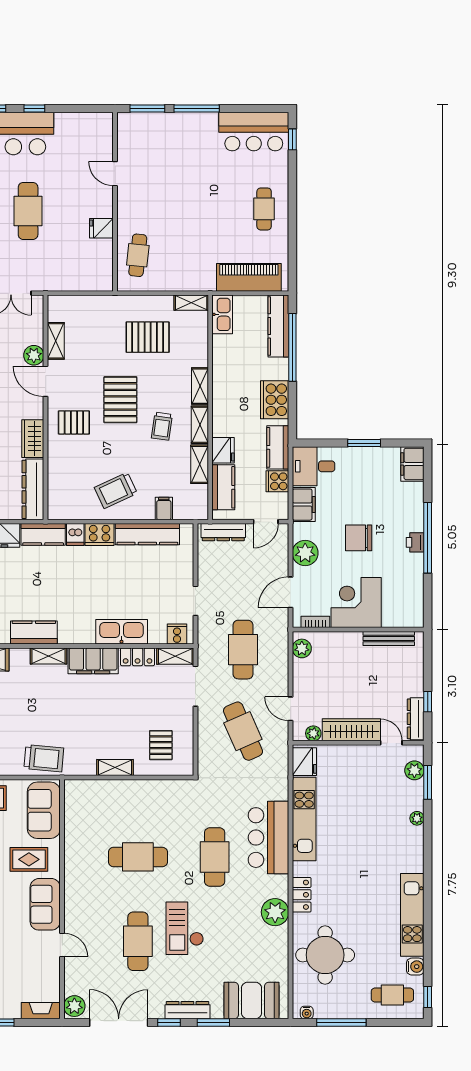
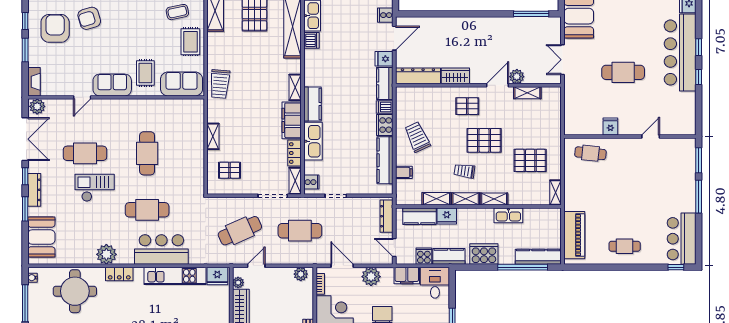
kitchen sink: (222, 314) -> (508, 215), moved
pallet: (148, 337) -> (530, 160), turned 90
pallet: (74, 422) -> (467, 106), turned 90
kitchen counter: (34, 632) -> (313, 104), moved

